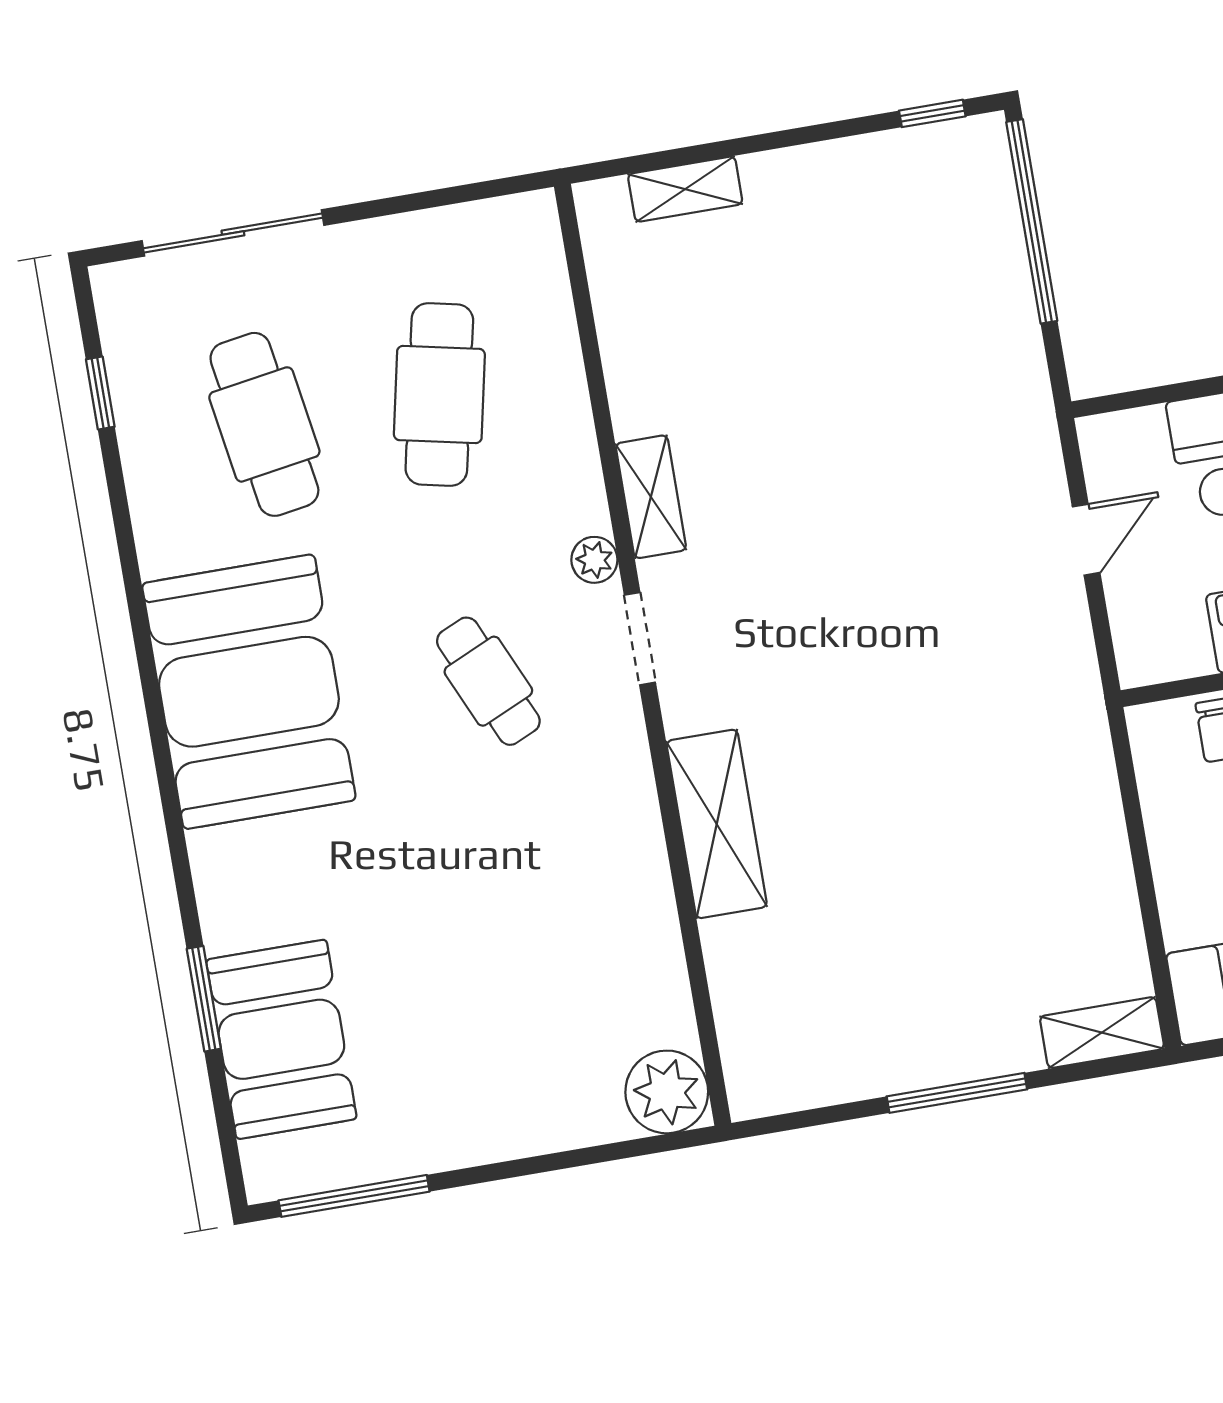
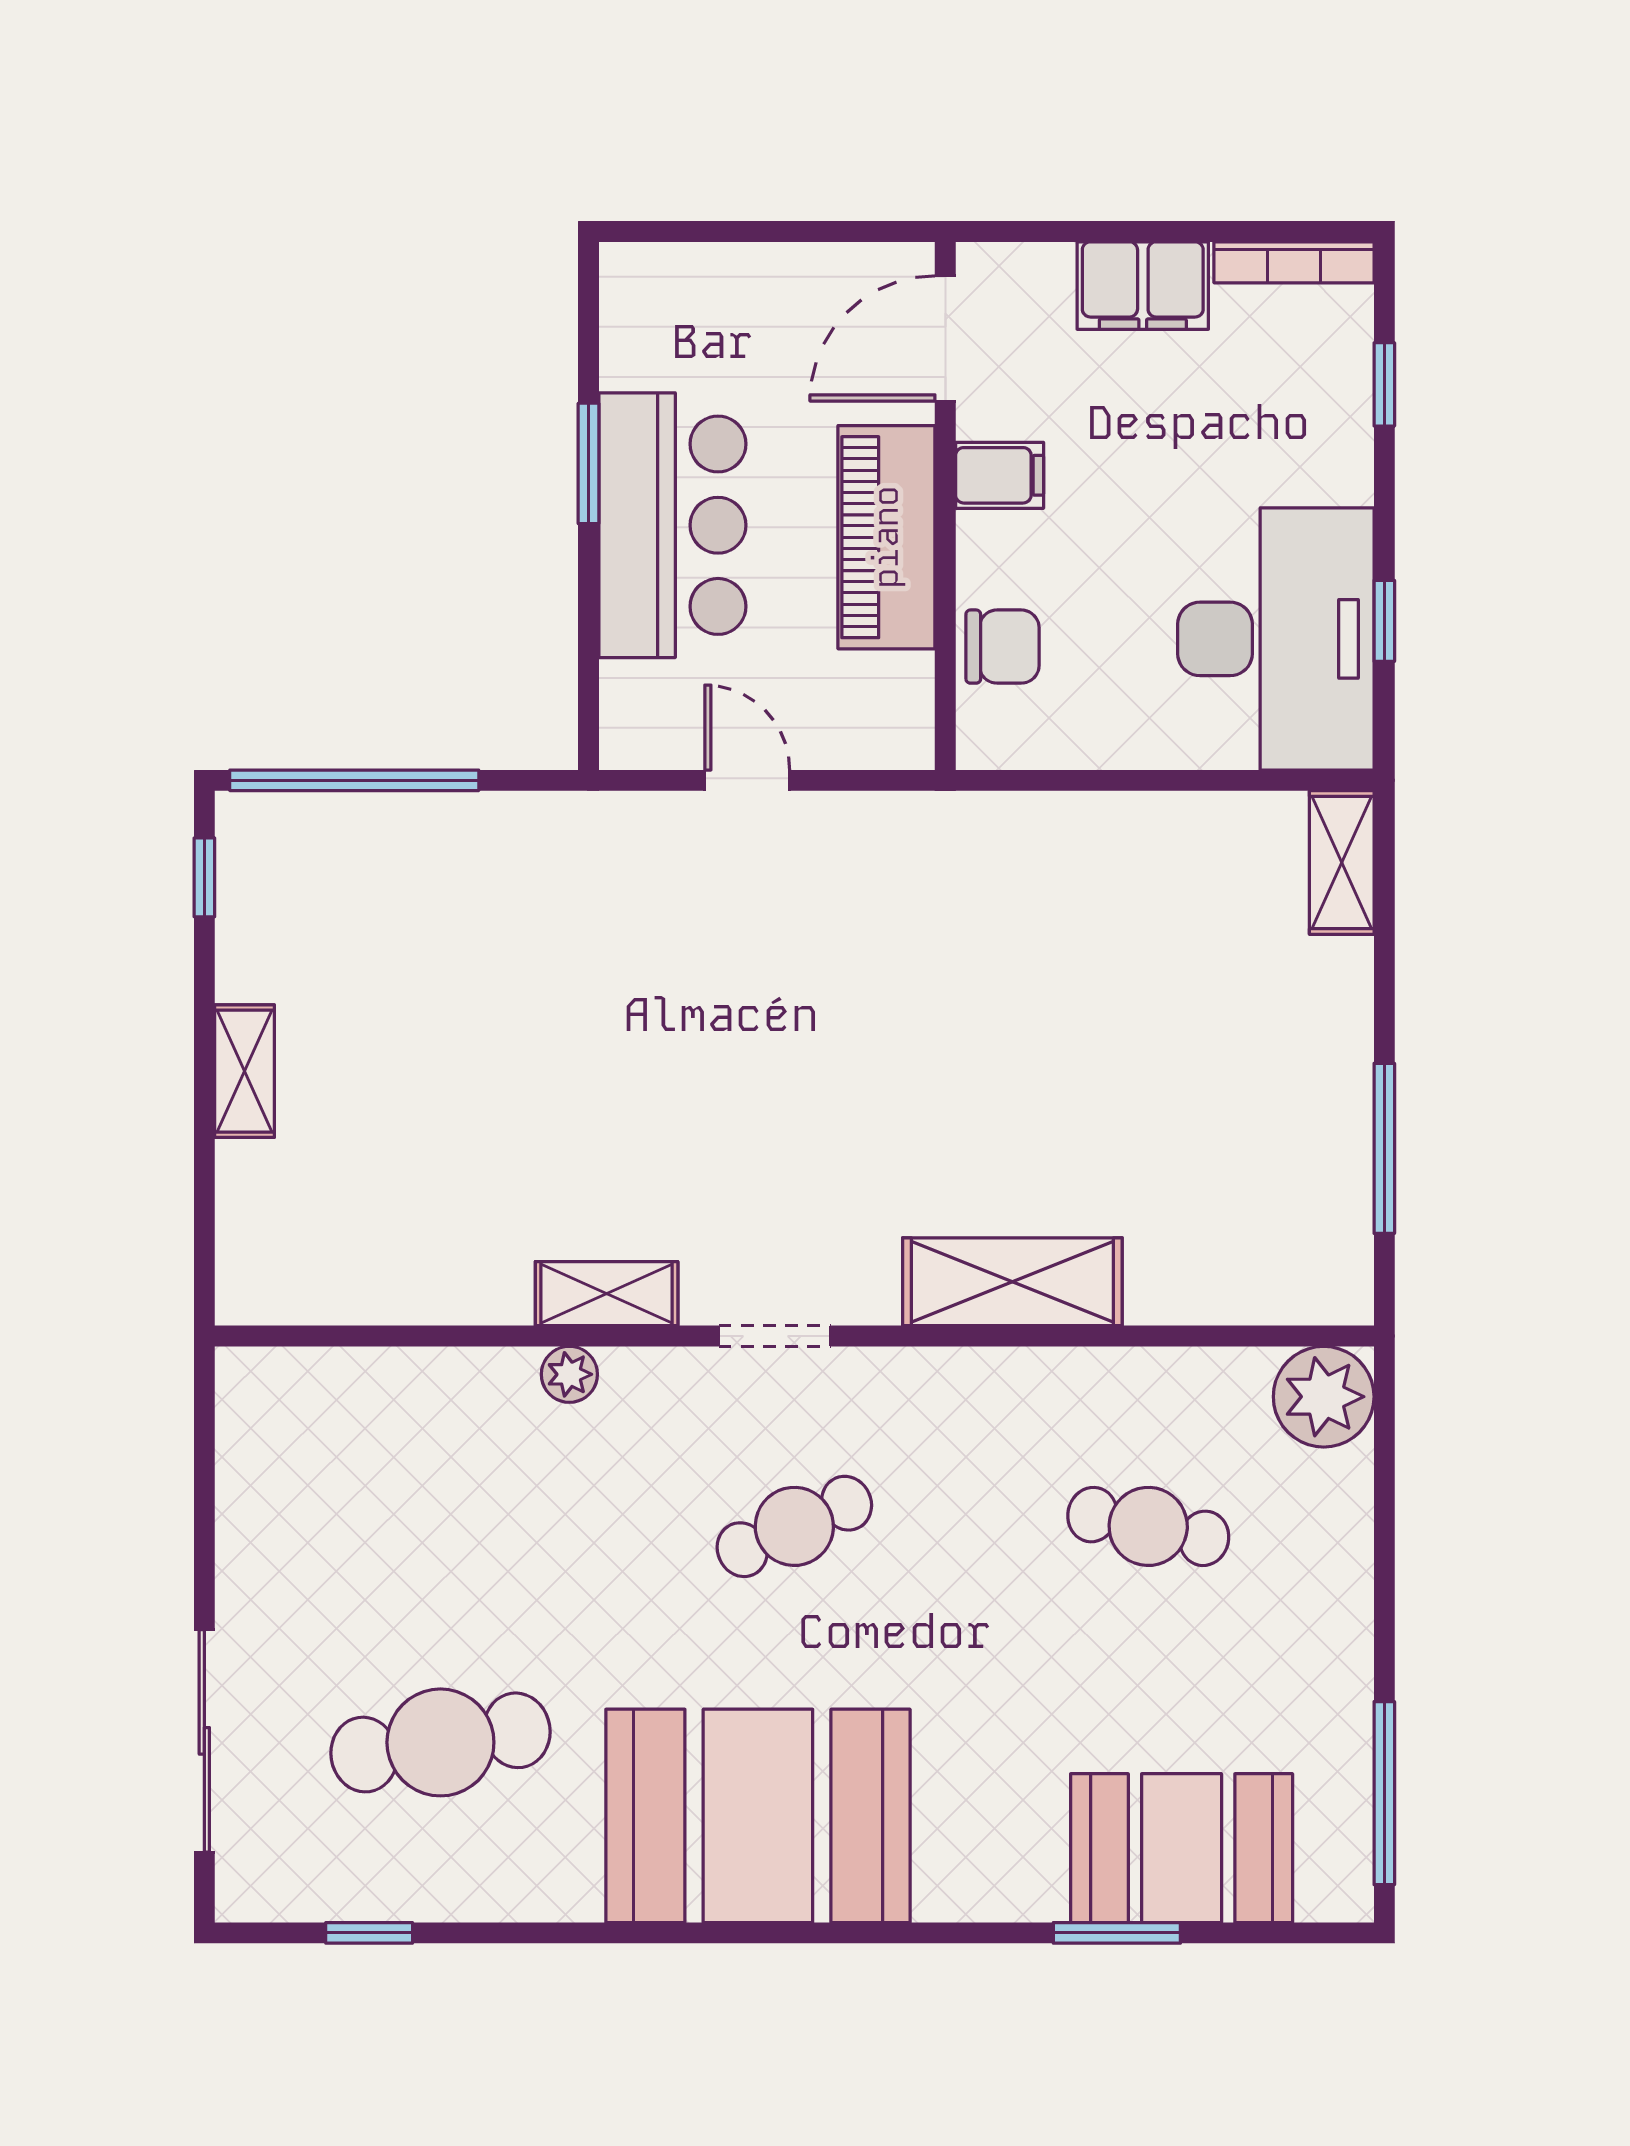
shelving: (685, 189) -> (244, 1071), moved
cafe table: (439, 395) -> (1148, 1526), moved, width x0.73, depth x0.74
plant: (594, 560) -> (569, 1374), moved
window: (957, 1093) -> (1384, 1148), moved

